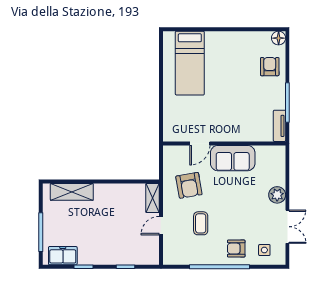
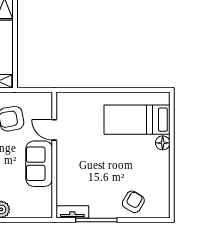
floor lamp: (279, 38) -> (163, 143), moved
armchair: (270, 67) -> (133, 202), turned -60

